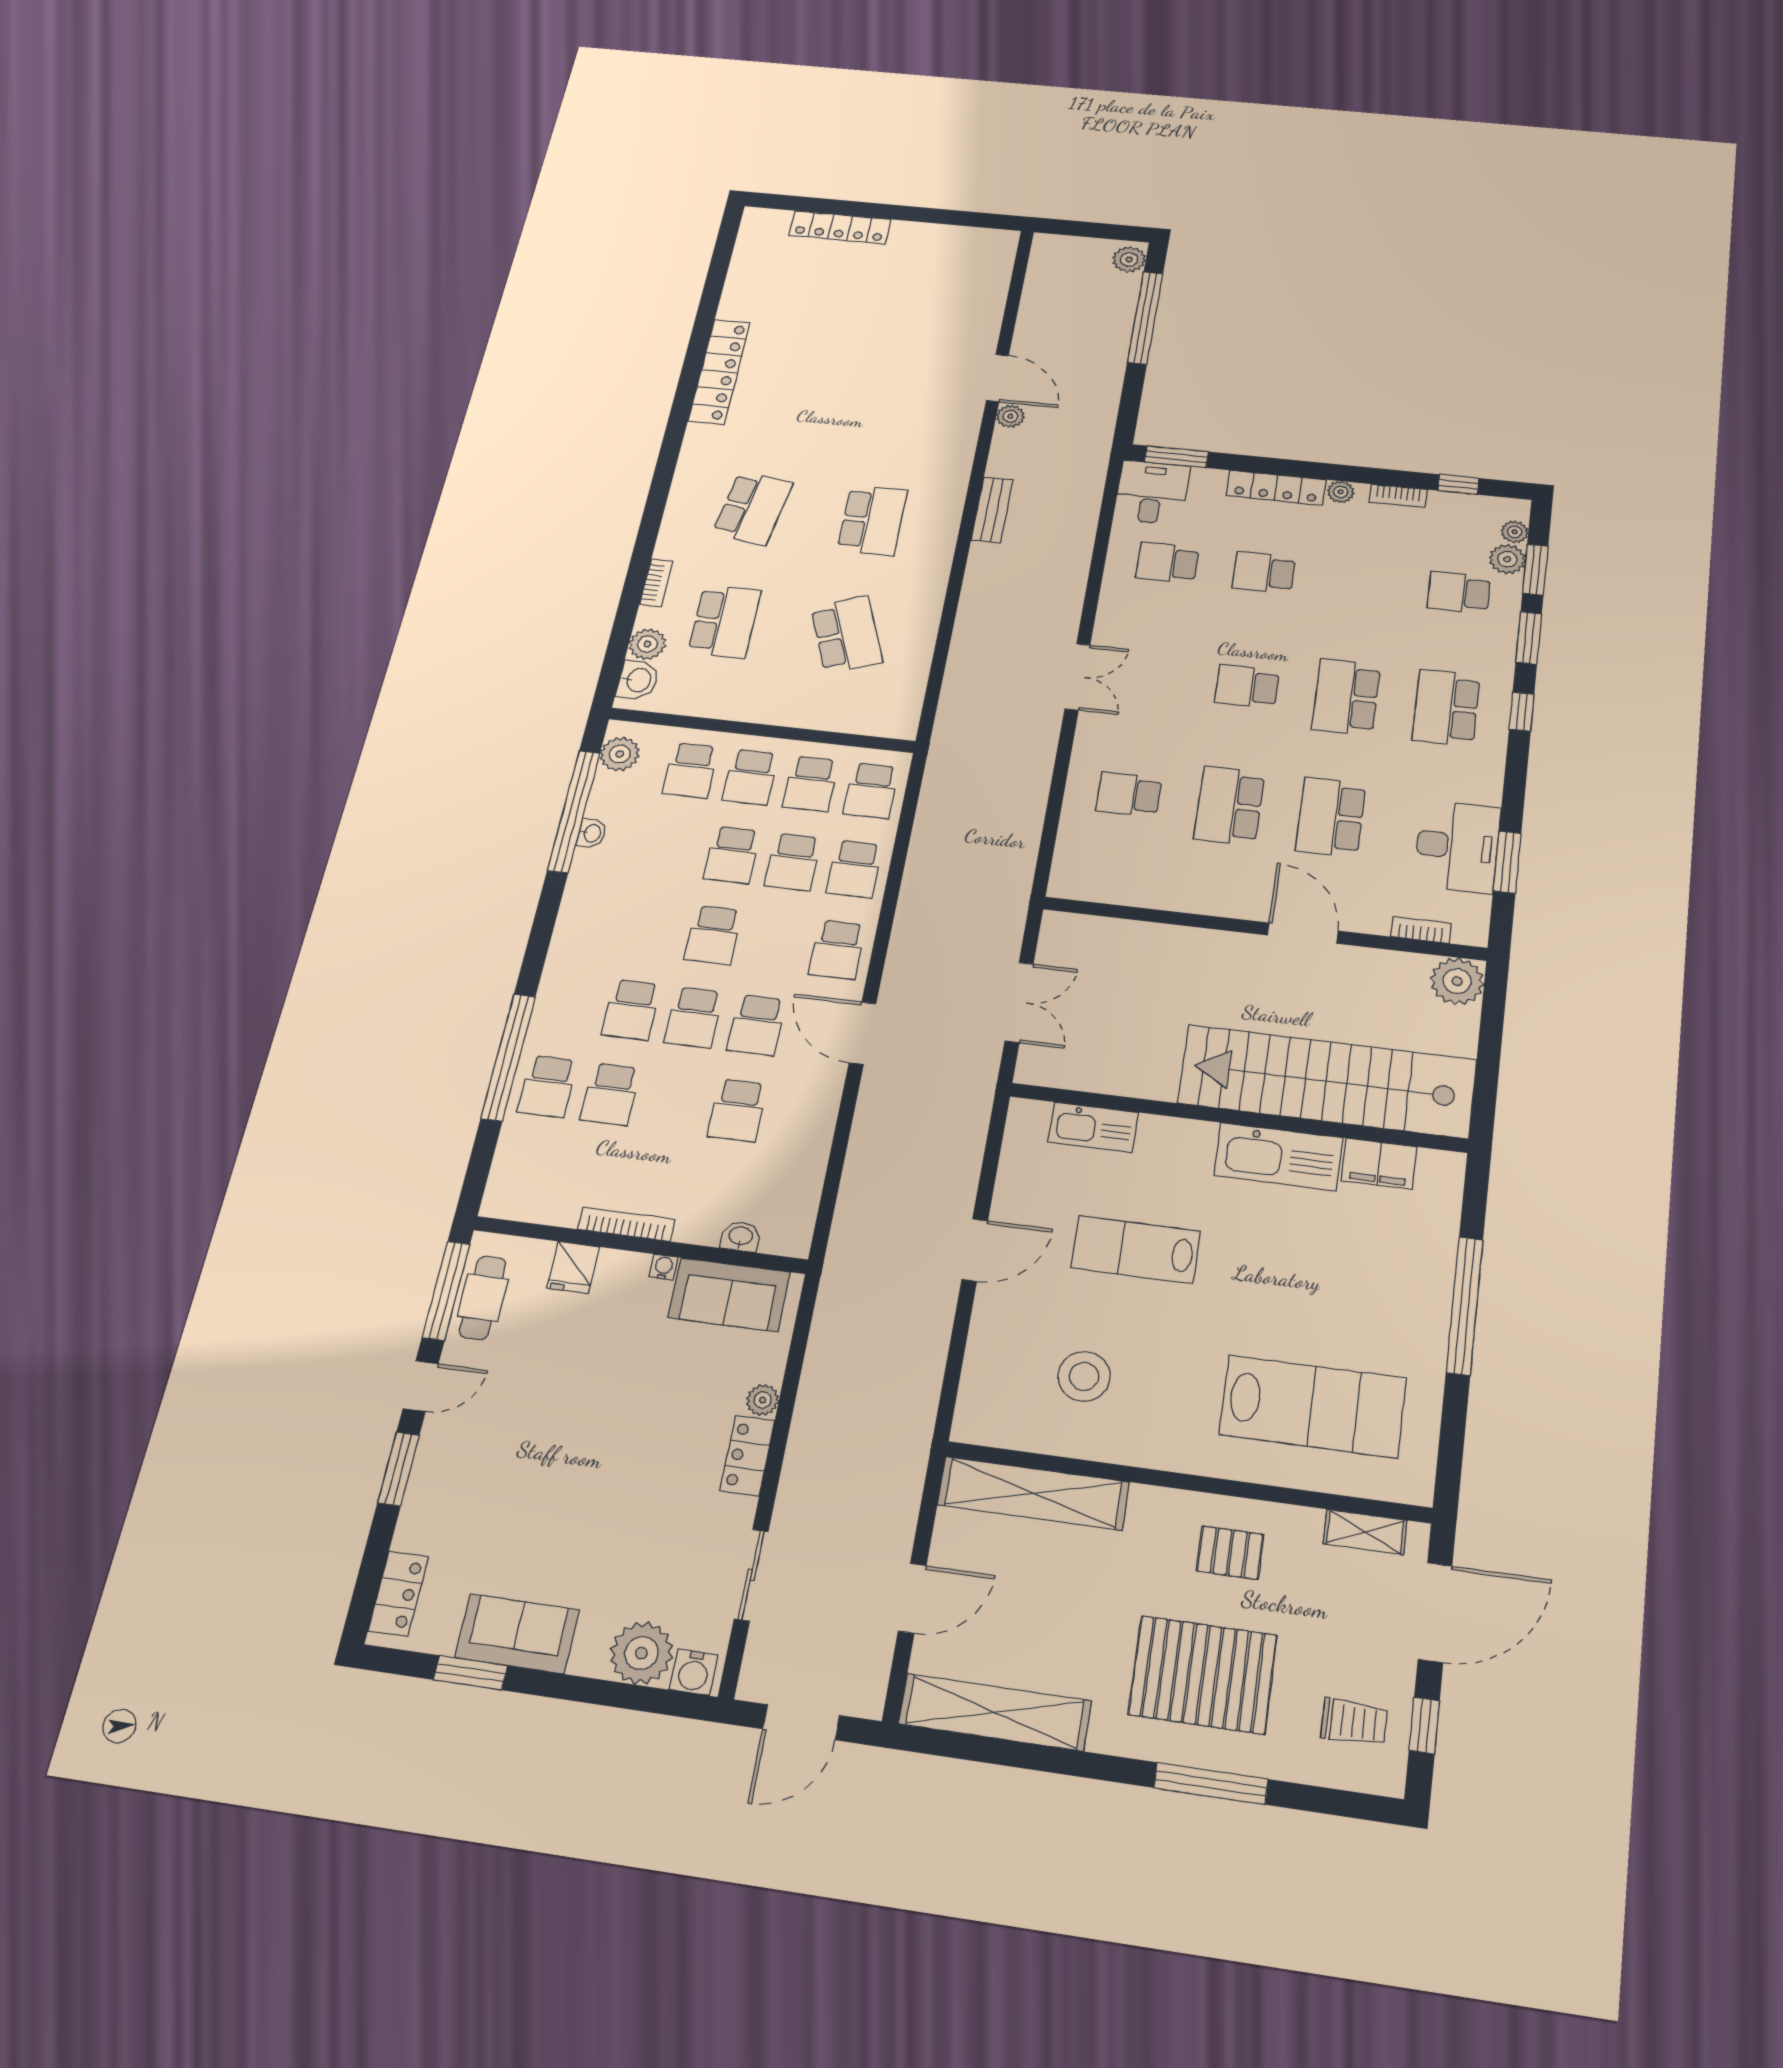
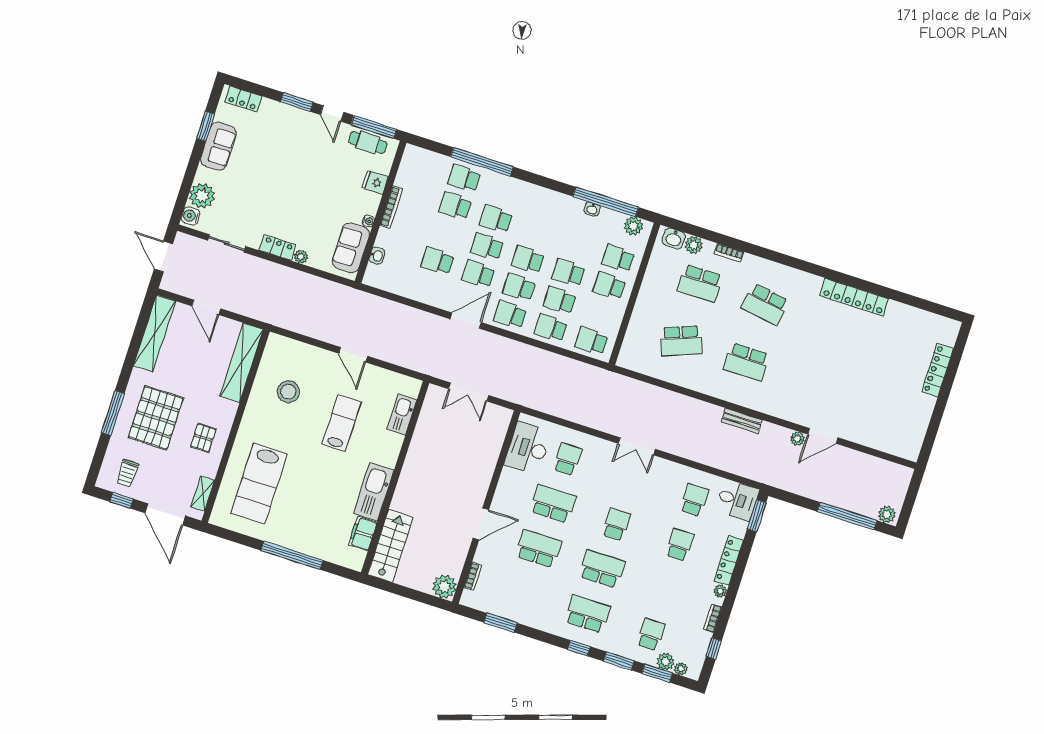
school desk: (811, 784) -> (519, 287), moved
desk: (1457, 846) -> (528, 448), moved, turned 90
stairs: (1327, 1081) -> (390, 546), width x0.54, depth x0.66

